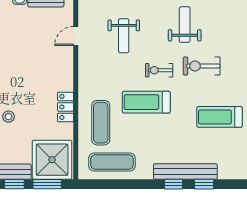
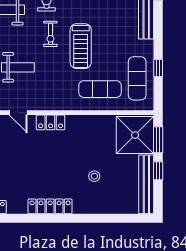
locker: (66, 107) -> (51, 122), moved
window: (173, 184) -> (158, 68), moved

